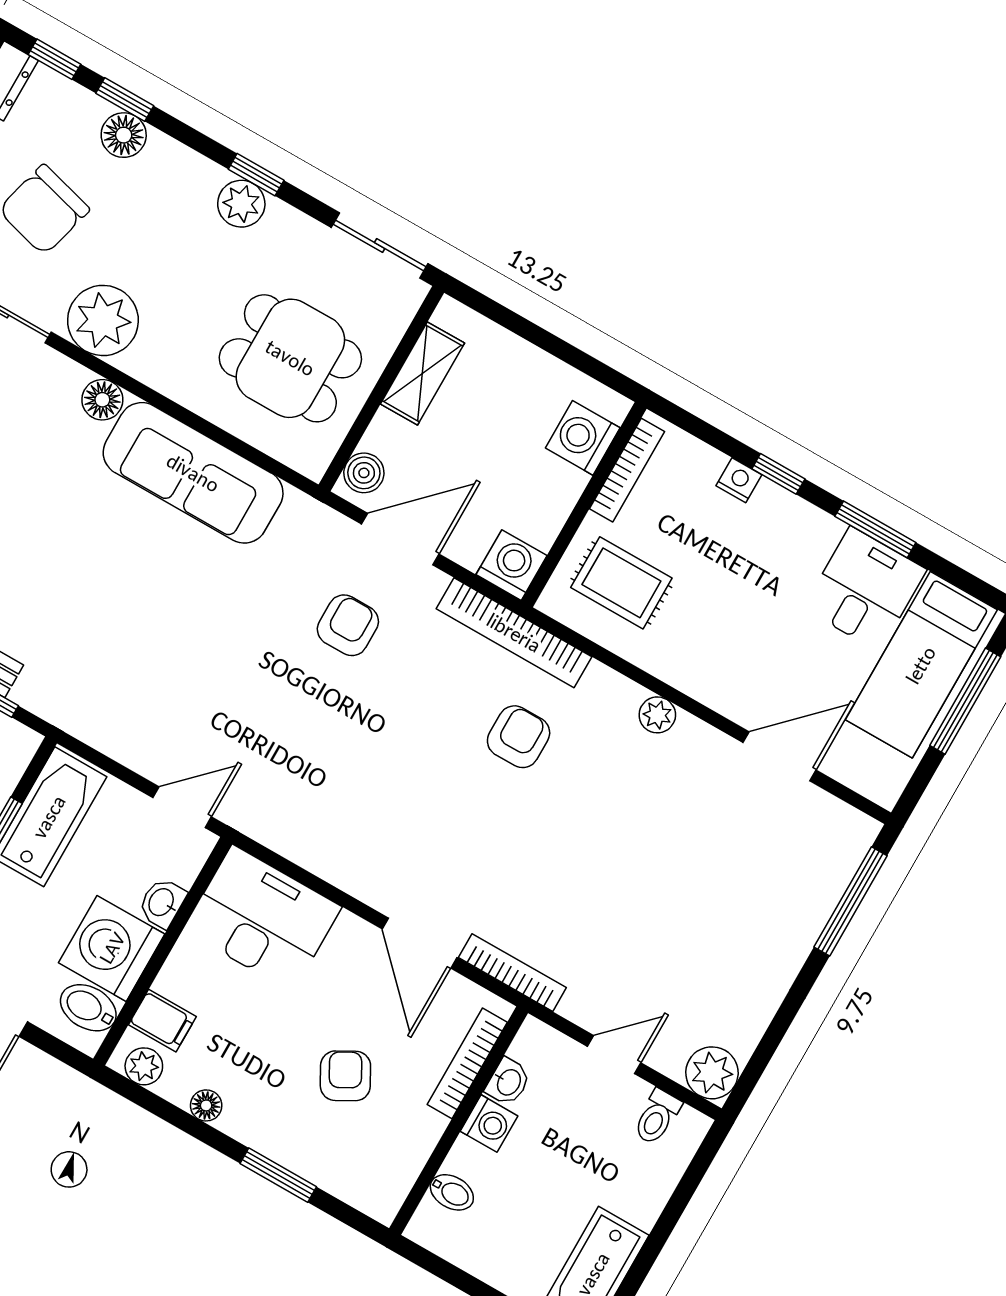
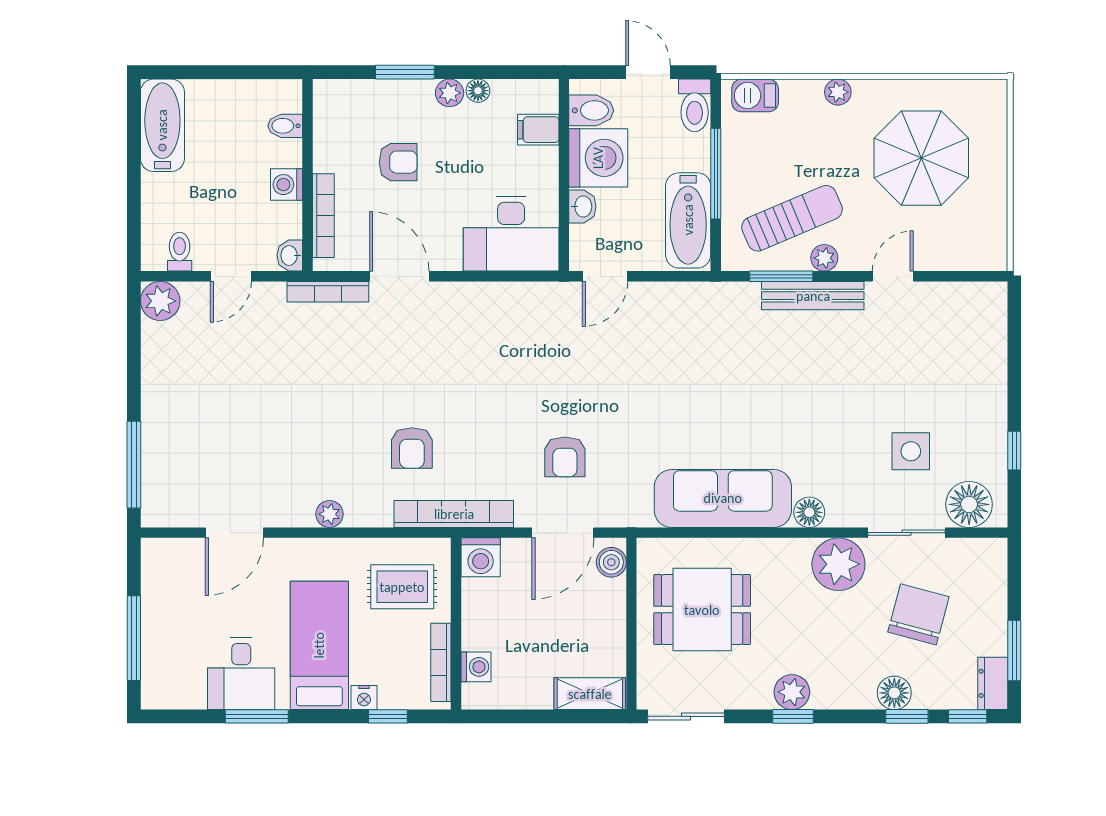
shelving: (422, 373) -> (590, 694), moved, turned 90
washing machine: (583, 438) -> (476, 667), width x0.73, depth x0.73
window: (778, 474) -> (388, 716), moved
bed: (921, 665) -> (319, 645), moved
plant: (144, 1066) -> (450, 93), moved
armchair: (345, 1076) -> (398, 162), turned -61
washbasin: (508, 1082) -> (290, 255), moved

